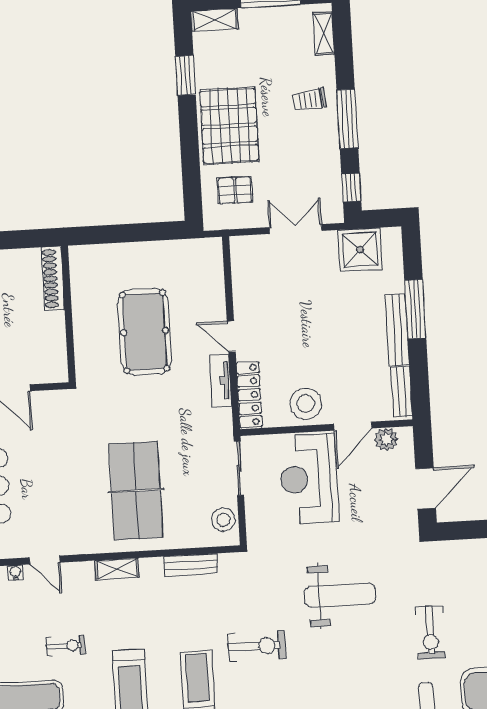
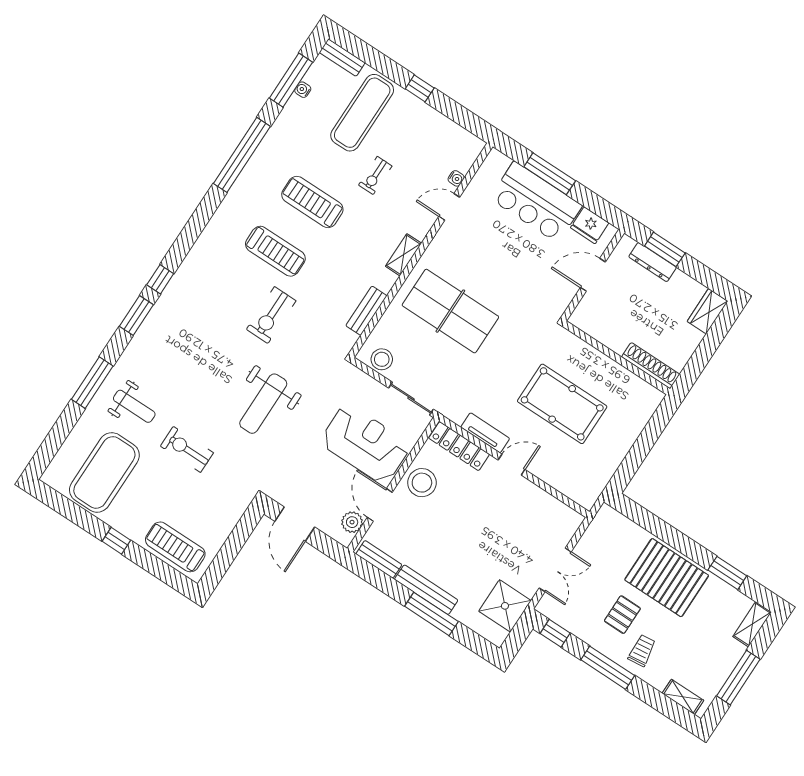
pallet: (235, 190) -> (622, 615), moved

